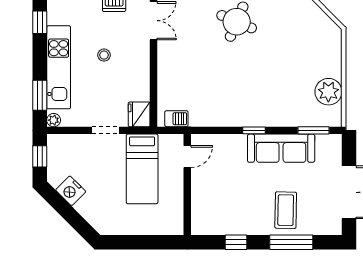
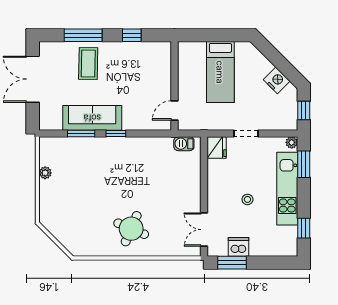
plant: (328, 92) -> (45, 173), width x0.53, depth x0.53
window: (314, 130) -> (81, 133), moved
bed: (142, 169) -> (220, 72), moved, turned 180

